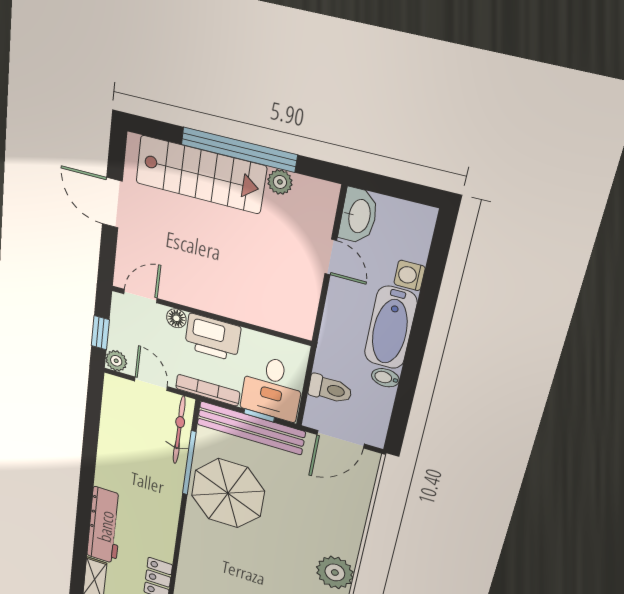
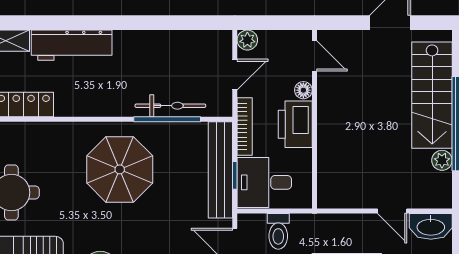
door: (331, 257) -> (392, 211), hinge flipped
window: (100, 333) -> (270, 23), removed
bicycle: (179, 430) -> (170, 106), moved
parasol: (228, 493) -> (120, 169), moved

